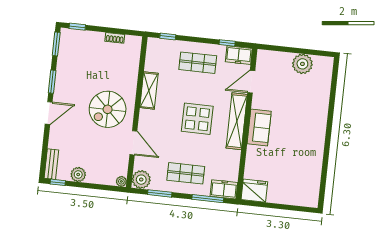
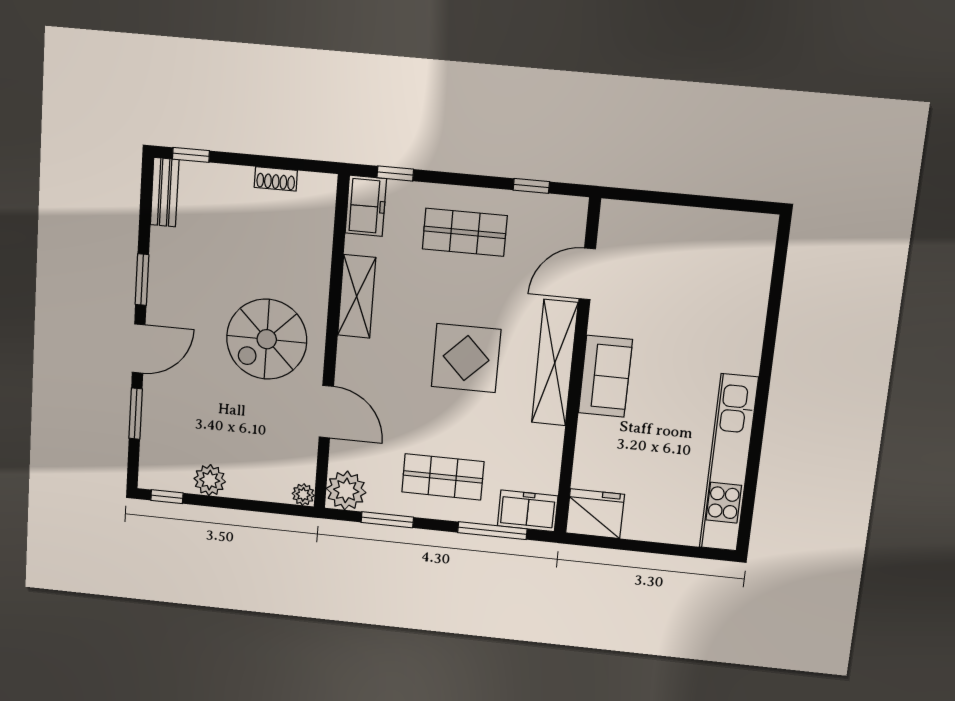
window: (56, 44) -> (136, 414), moved
freezer: (239, 55) -> (366, 206), moved, turned -90
plant: (302, 64) -> (705, 231), removed
bench: (51, 164) -> (165, 192), moved
kitchen unit: (314, 167) -> (729, 463), added

